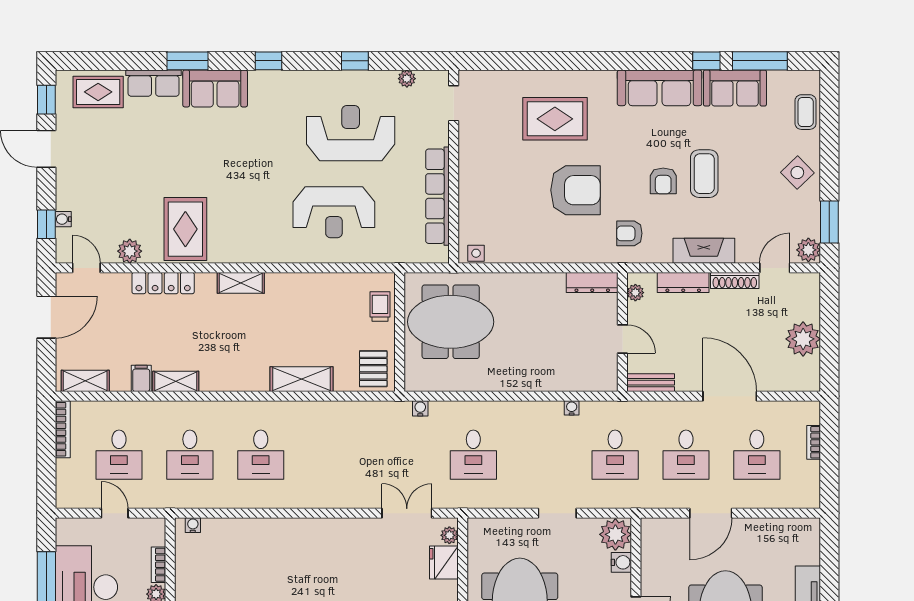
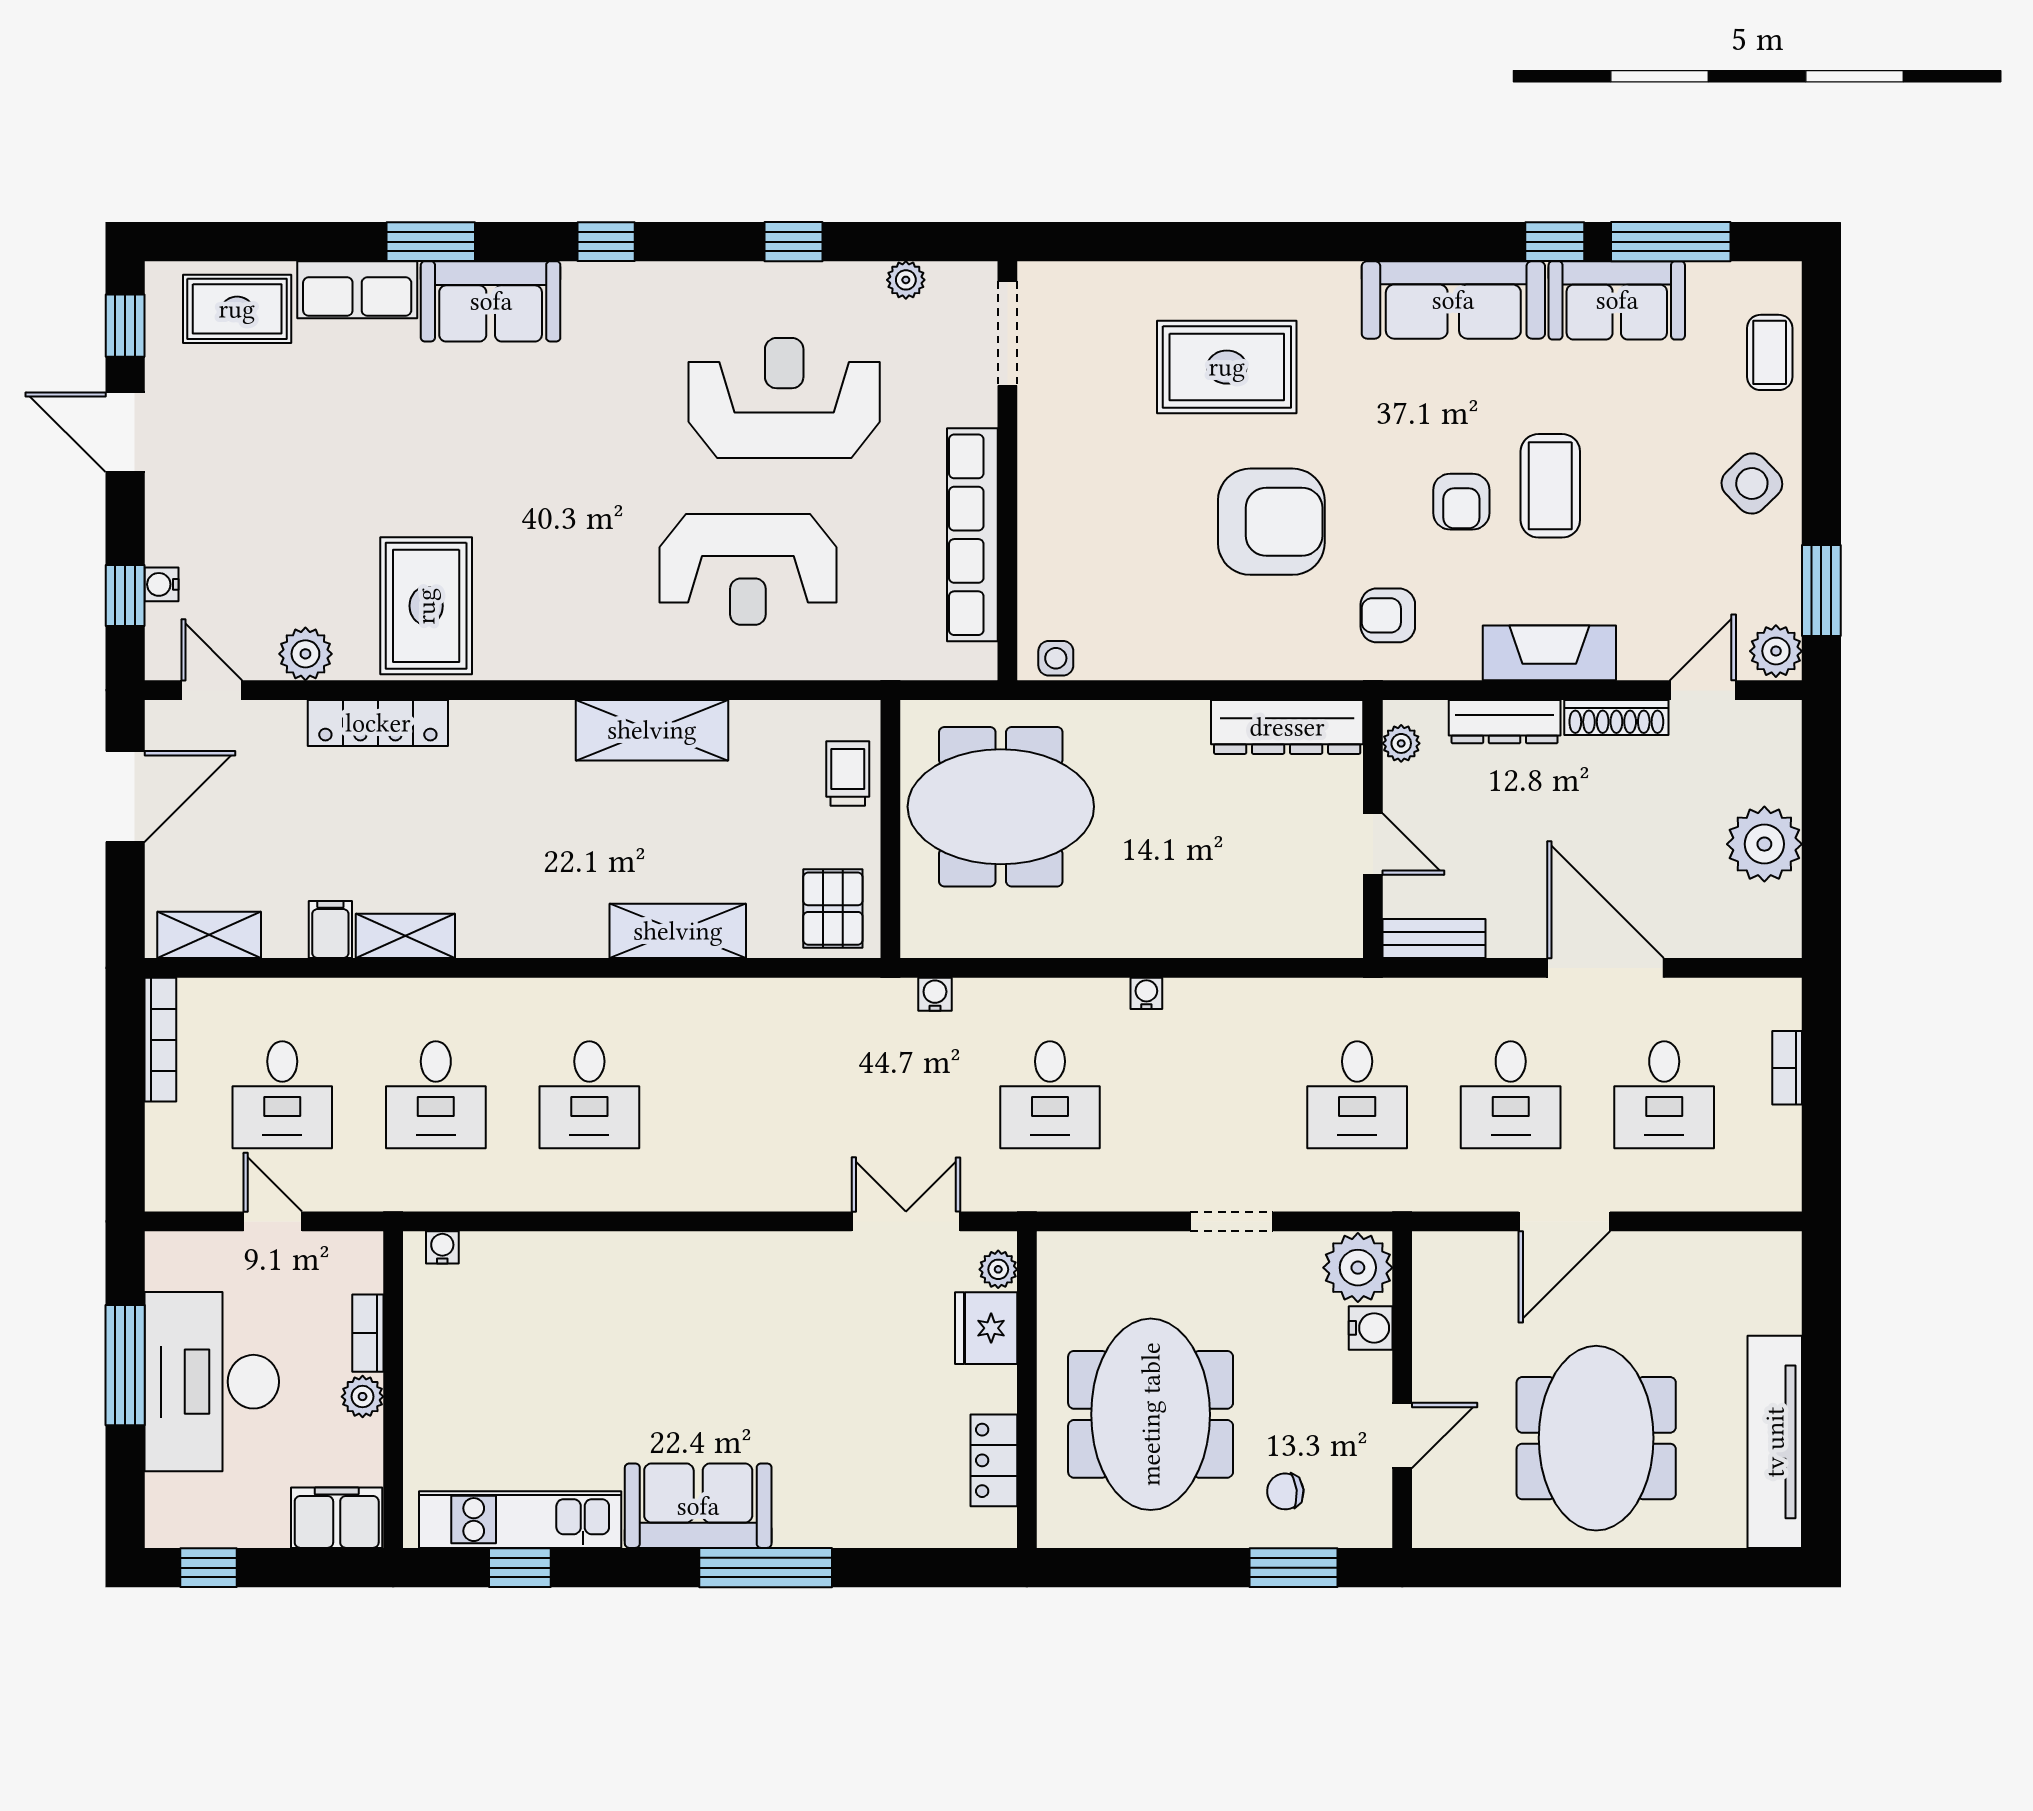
doorway: (454, 103) -> (1007, 333), width x1.38
dresser: (592, 282) -> (1287, 727), width x1.37, depth x1.24
shelving: (241, 283) -> (652, 730), moved, width x1.50, depth x1.33
water cooler: (572, 408) -> (1146, 993), moved

